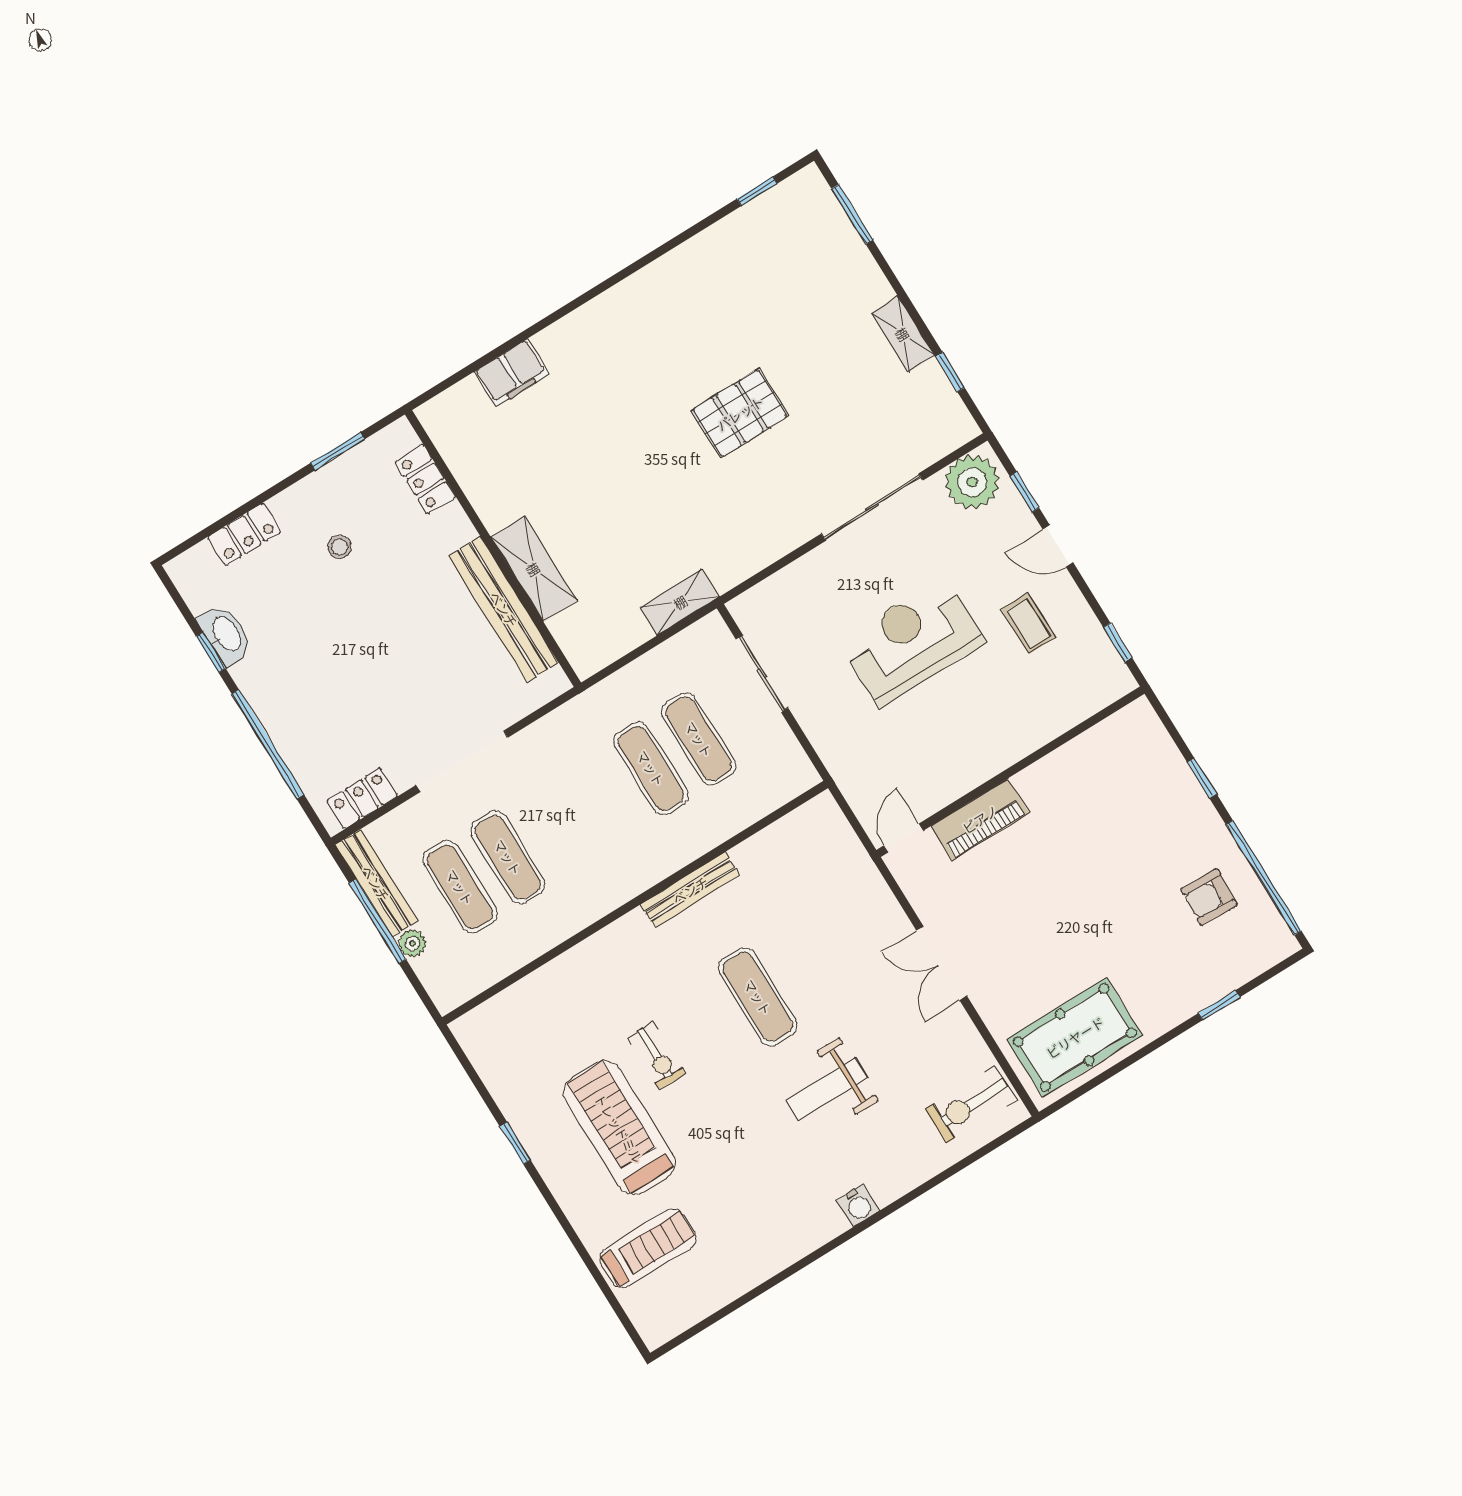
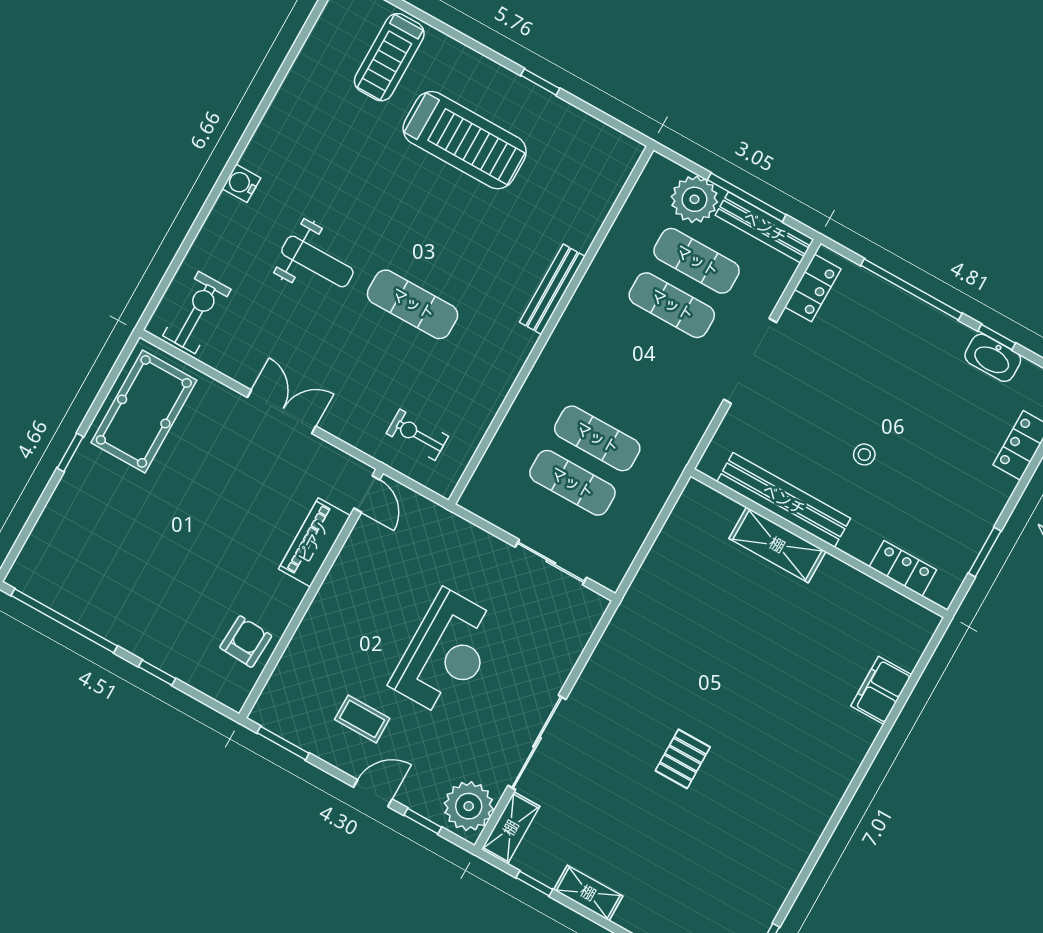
pallet: (740, 413) -> (683, 759), width x0.67, depth x0.71
stool: (339, 547) -> (864, 454), moved
shelving: (680, 602) -> (511, 828), moved
window: (1118, 642) -> (283, 743), width x1.50
bench: (690, 890) -> (552, 289), moved
armchair: (1209, 897) -> (246, 642), moved
plant: (412, 943) -> (694, 199), width x1.88, depth x1.88
window: (1219, 1005) -> (70, 452), moved
exercise bike: (656, 1056) -> (417, 435), moved
weight bench: (827, 1089) -> (317, 261), turned 90

